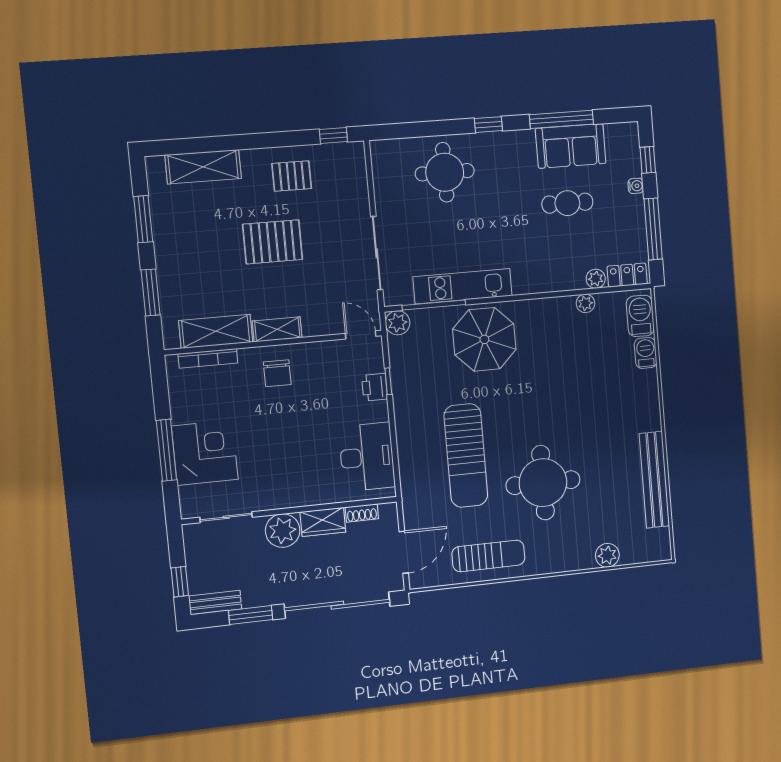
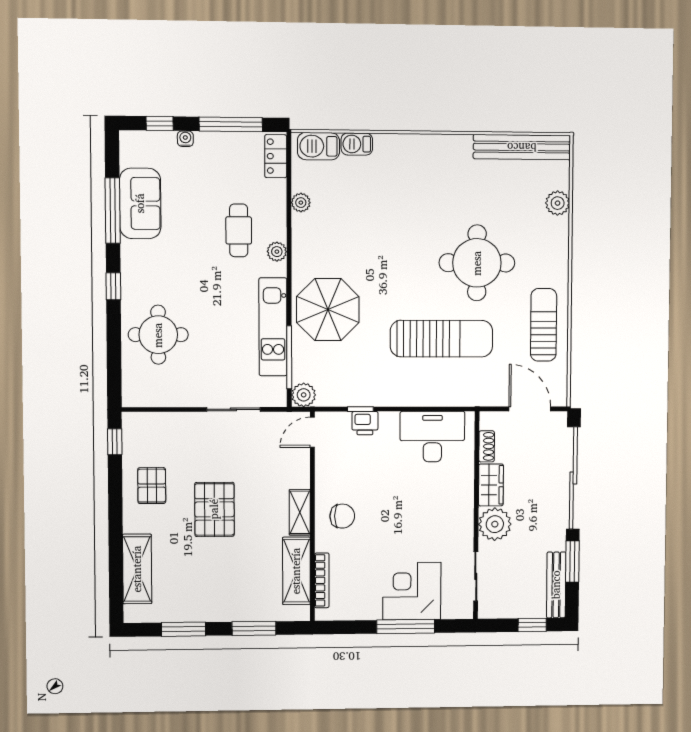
cafe table: (567, 203) -> (239, 230), moved
sliding door: (377, 253) -> (233, 409), width x0.73
plant: (596, 279) -> (277, 252), moved
bench: (654, 480) -> (522, 147), moved
bench: (215, 602) -> (556, 585), width x1.36

